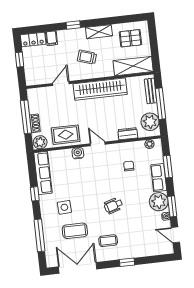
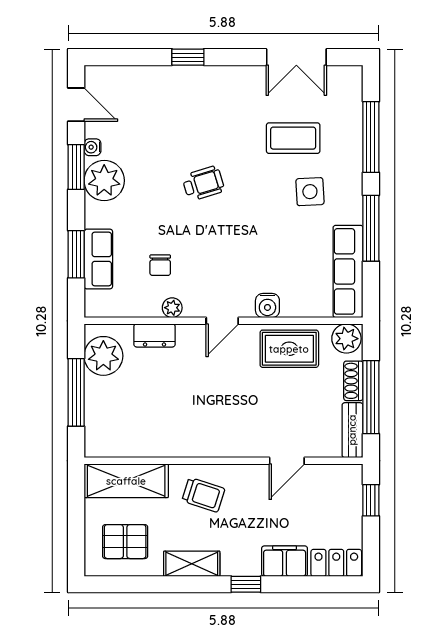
filing cabinet: (52, 38) -> (285, 561), width x2.00
trolley: (87, 57) -> (203, 495), moved
window: (19, 60) -> (371, 500), moved
wardrobe: (100, 89) -> (203, 439), removed
bench: (151, 91) -> (352, 430), moved
door: (98, 144) -> (222, 321), hinge flipped
plant: (149, 144) -> (172, 308), moved
row of seats: (159, 178) -> (98, 259), moved
window: (35, 194) -> (371, 228), width x2.17
coffee table: (108, 241) -> (224, 108), removed
double door: (78, 268) -> (296, 57), width x0.73

